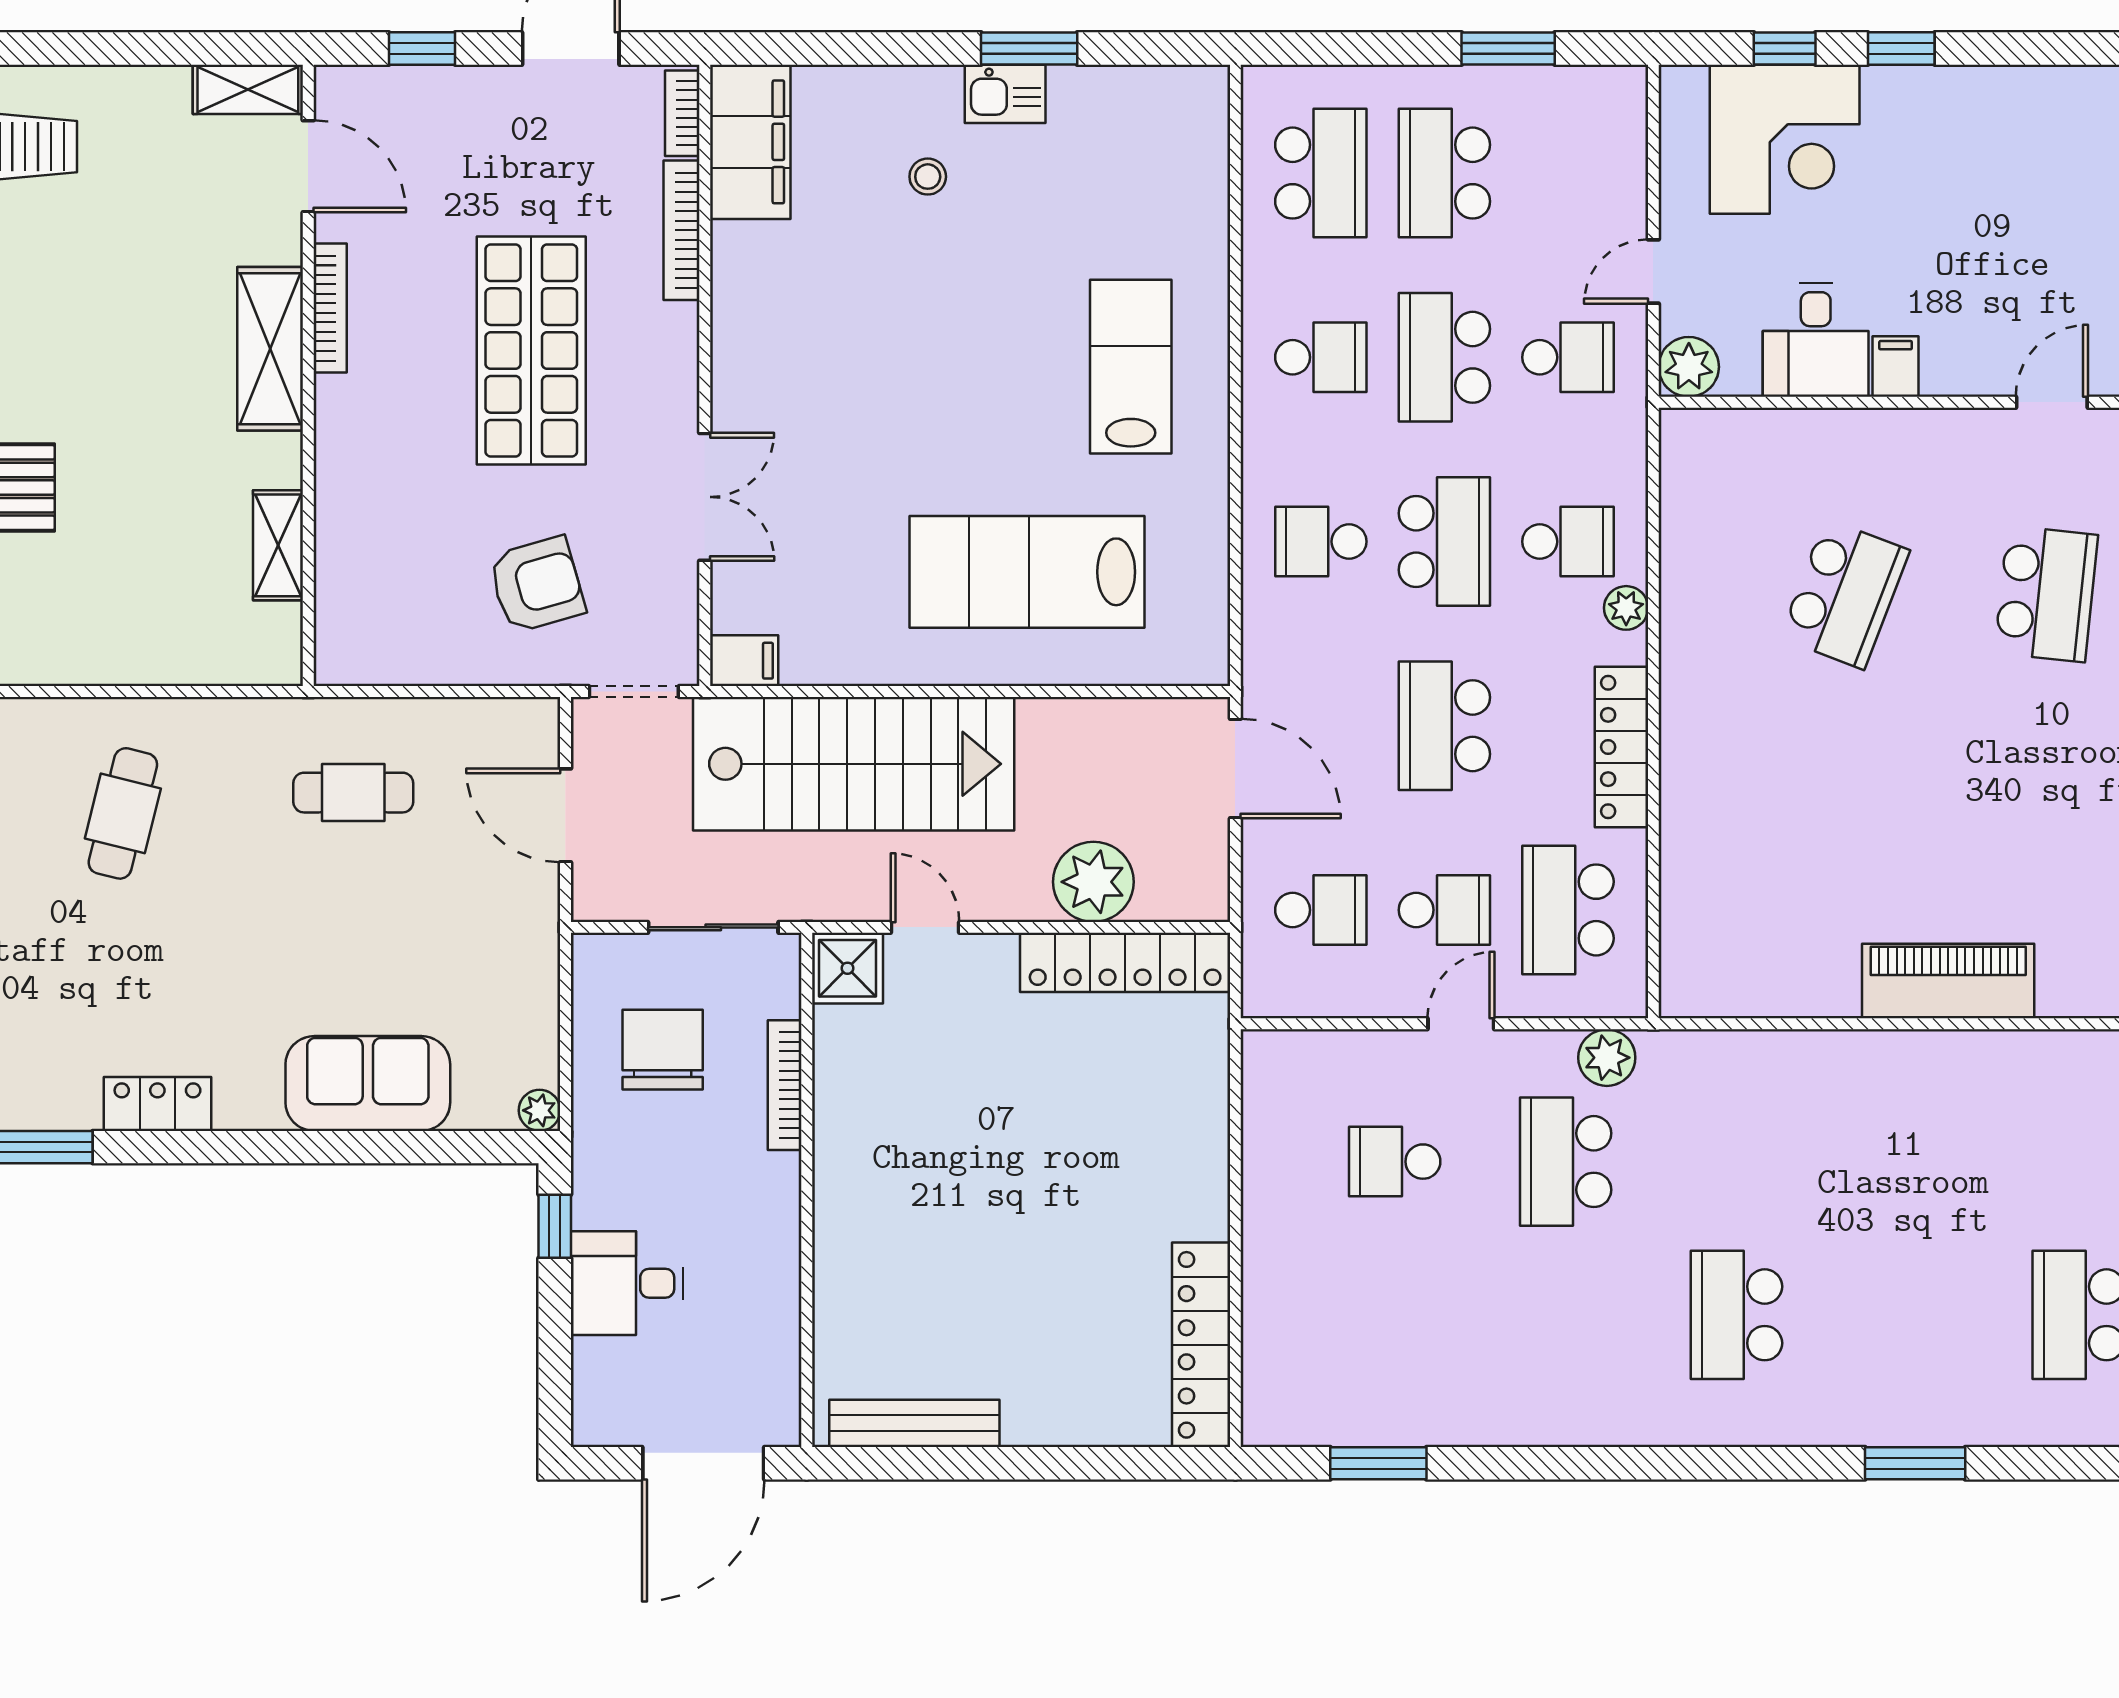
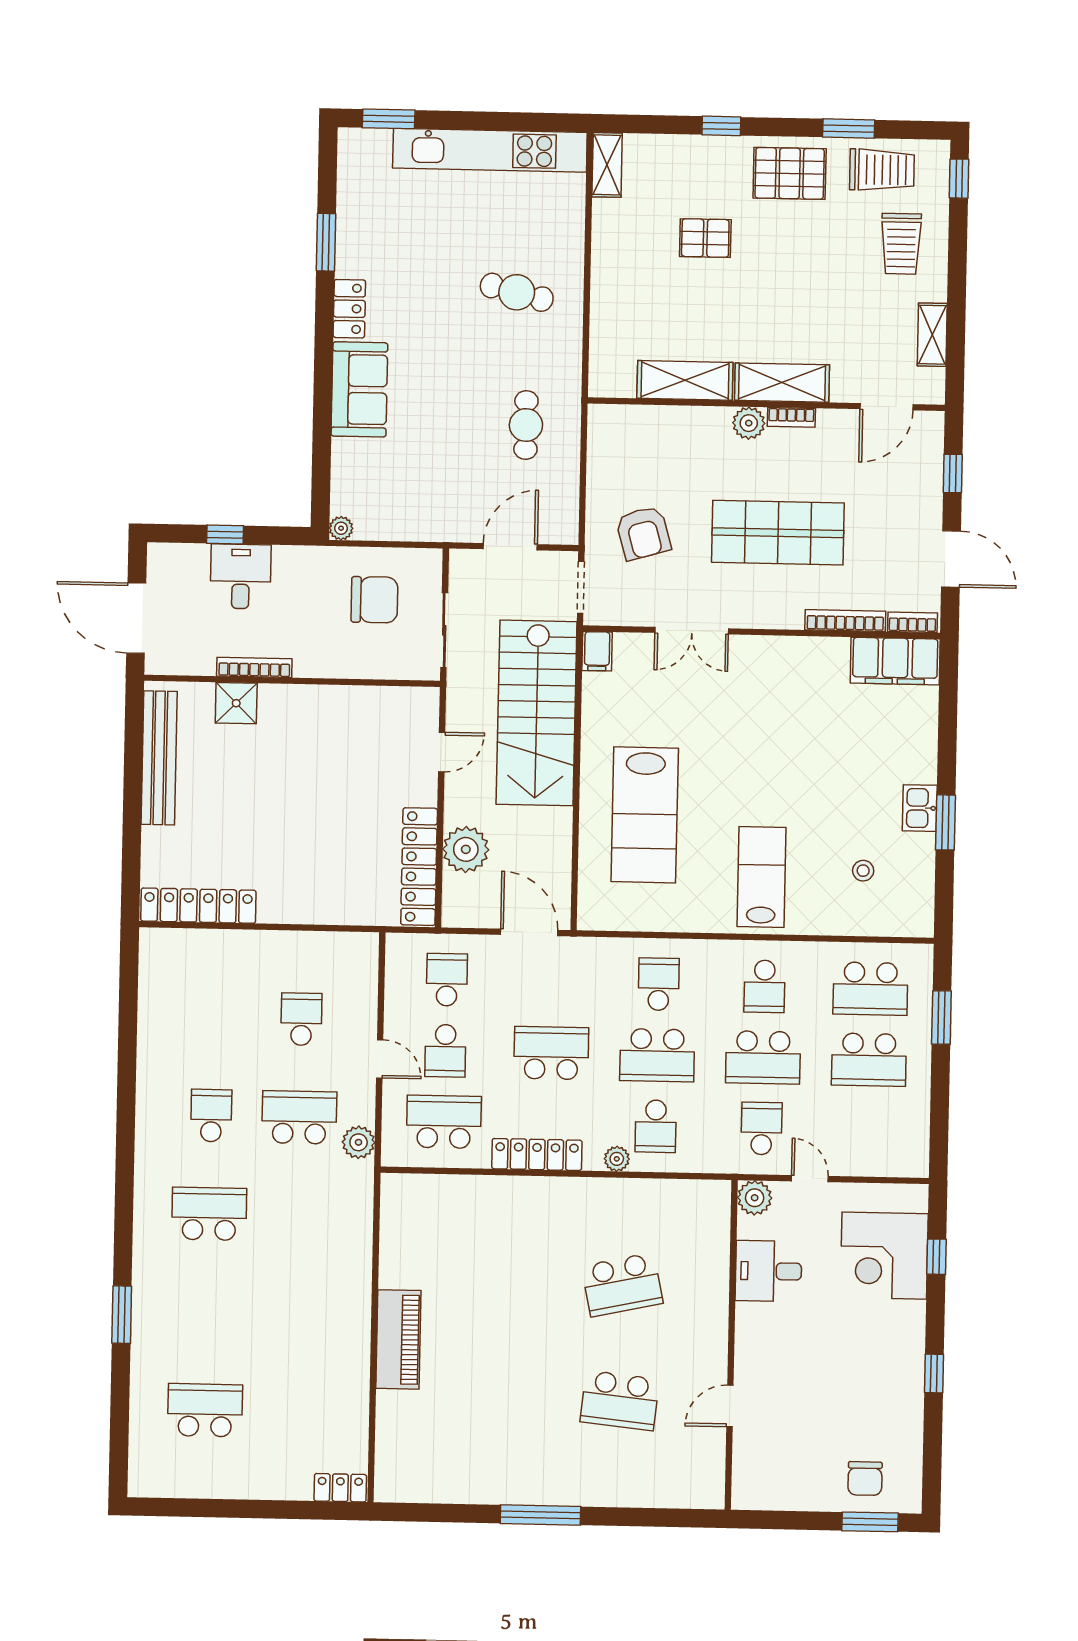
window: (1508, 48) -> (941, 1017), moved
window: (1901, 48) -> (934, 1374), moved
shelving: (248, 89) -> (932, 335), moved
school desk: (1444, 173) -> (869, 1060), turned 180
stool: (928, 177) -> (863, 871), moved
bookcase: (330, 308) -> (791, 417), width x0.64
school desk: (1444, 357) -> (763, 1057), turned 180
school desk: (1568, 357) -> (762, 1128), turned 180
filing cabinet: (1896, 366) -> (752, 1317), removed
lab bench: (1131, 367) -> (761, 877), turned -90
door: (2052, 402) -> (730, 1406), swing flipped
plant: (342, 405) -> (749, 423), added
shelving: (278, 545) -> (685, 380), width x1.50, depth x1.33
lab bench: (1027, 572) -> (645, 815), turned 180
school desk: (1845, 594) -> (622, 1285), turned -33
door: (1235, 769) -> (529, 932), swing flipped
school desk: (1321, 910) -> (447, 980), turned 180
shower: (848, 968) -> (236, 703), moved
sofa: (368, 1083) -> (359, 389), moved
bookcase: (785, 1085) -> (254, 667), moved
window: (555, 1226) -> (225, 535), moved
school desk: (1566, 1315) -> (211, 1116), added
bench: (914, 1423) -> (159, 758), width x1.37, depth x1.21
window: (1378, 1463) -> (128, 1006), removed

